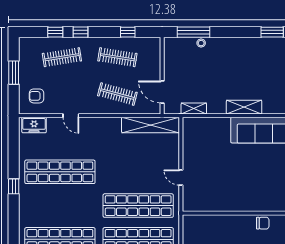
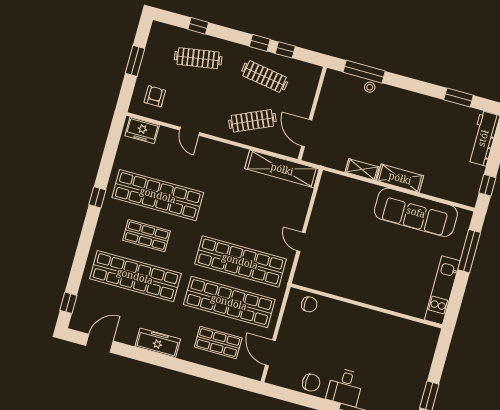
window: (80, 32) -> (260, 43), moved
clothes rail: (117, 94) -> (252, 121), turned -39
armchair: (37, 96) -> (155, 96), turned 90
shelving: (194, 108) -> (362, 170), moved
shop shelf: (60, 206) -> (147, 236), added
chair: (263, 223) -> (309, 304), moved

